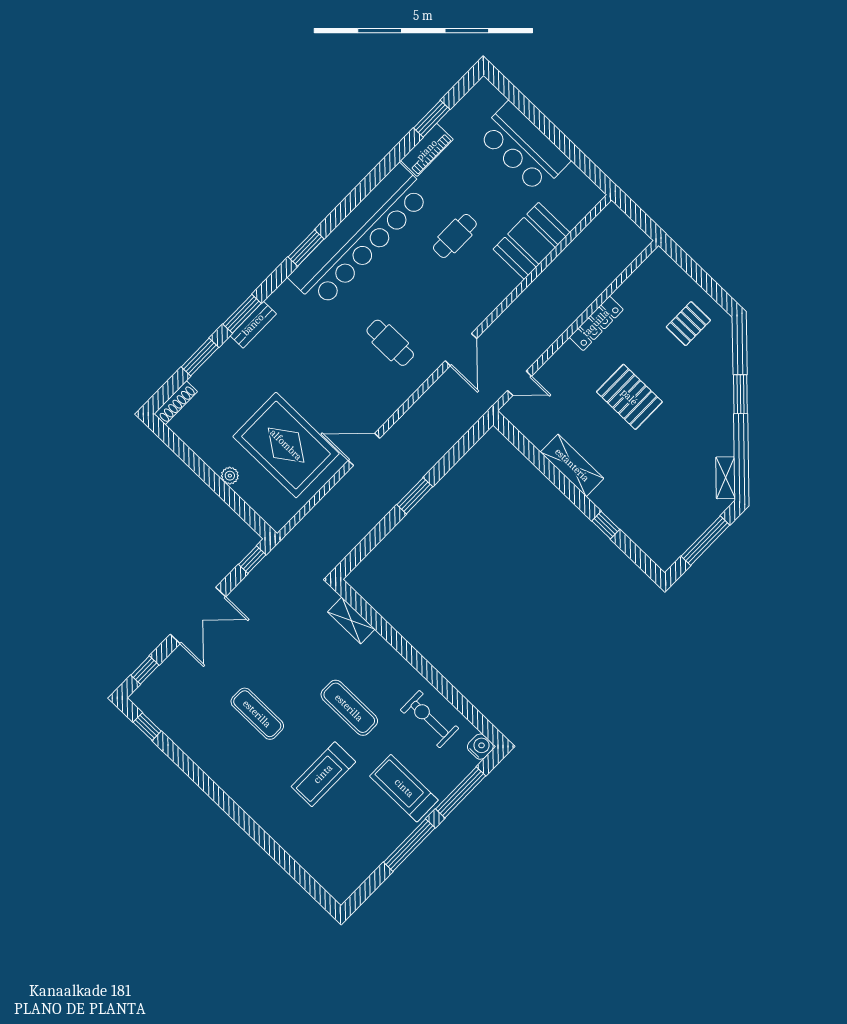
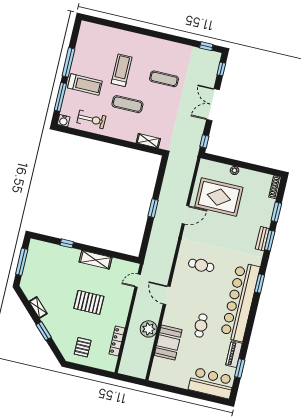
bar counter: (523, 148) -> (211, 383), moved
plant: (552, 286) -> (149, 329), added
locker: (596, 323) -> (117, 341), moved
door: (461, 350) -> (167, 295), moved
shelving: (726, 478) -> (38, 307), moved

